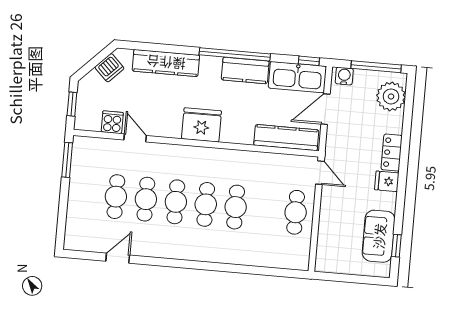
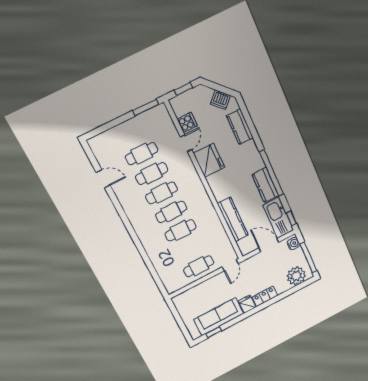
kitchen counter: (166, 63) -> (240, 127), width x0.67
fridge: (201, 125) -> (209, 160), moved
kitchen counter: (286, 138) -> (233, 219), moved
sofa: (379, 236) -> (219, 317), width x1.36

